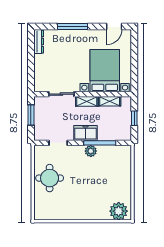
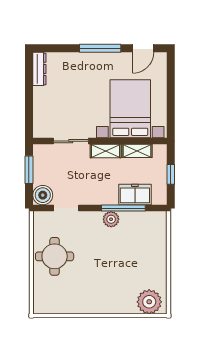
window: (73, 27) -> (100, 48), moved
boiler: (41, 133) -> (43, 195), added
freezer: (85, 133) -> (135, 195), moved

